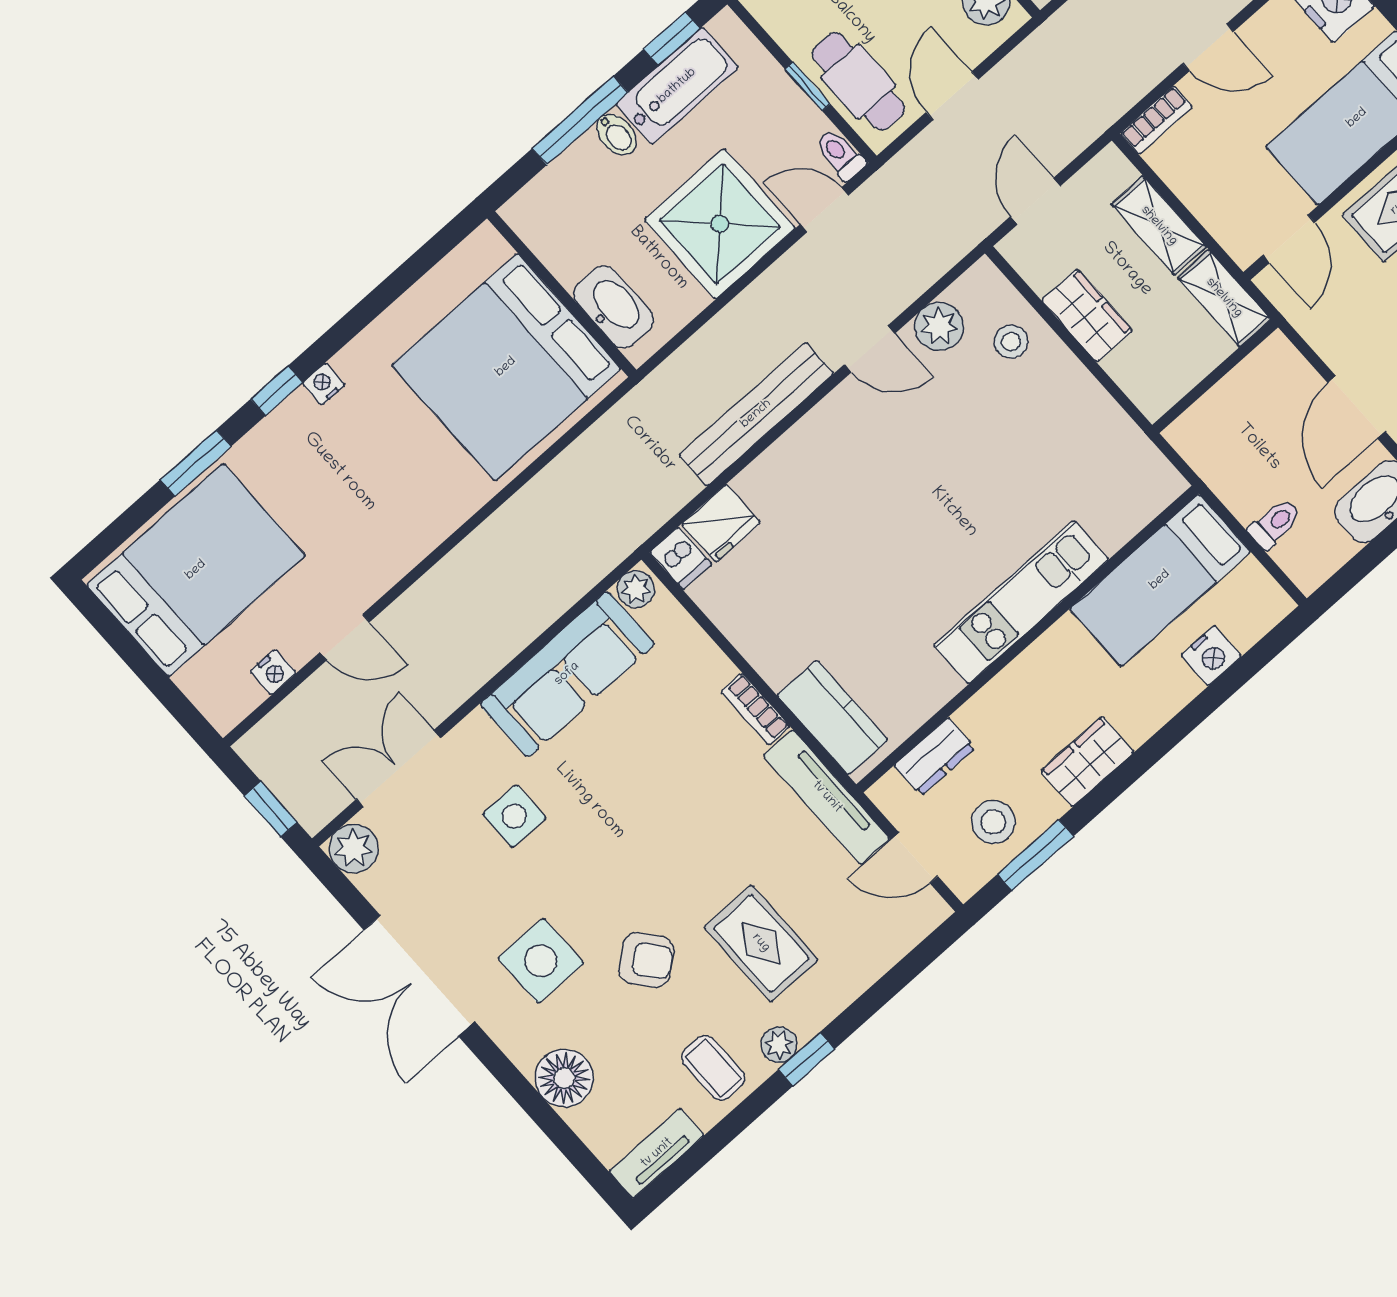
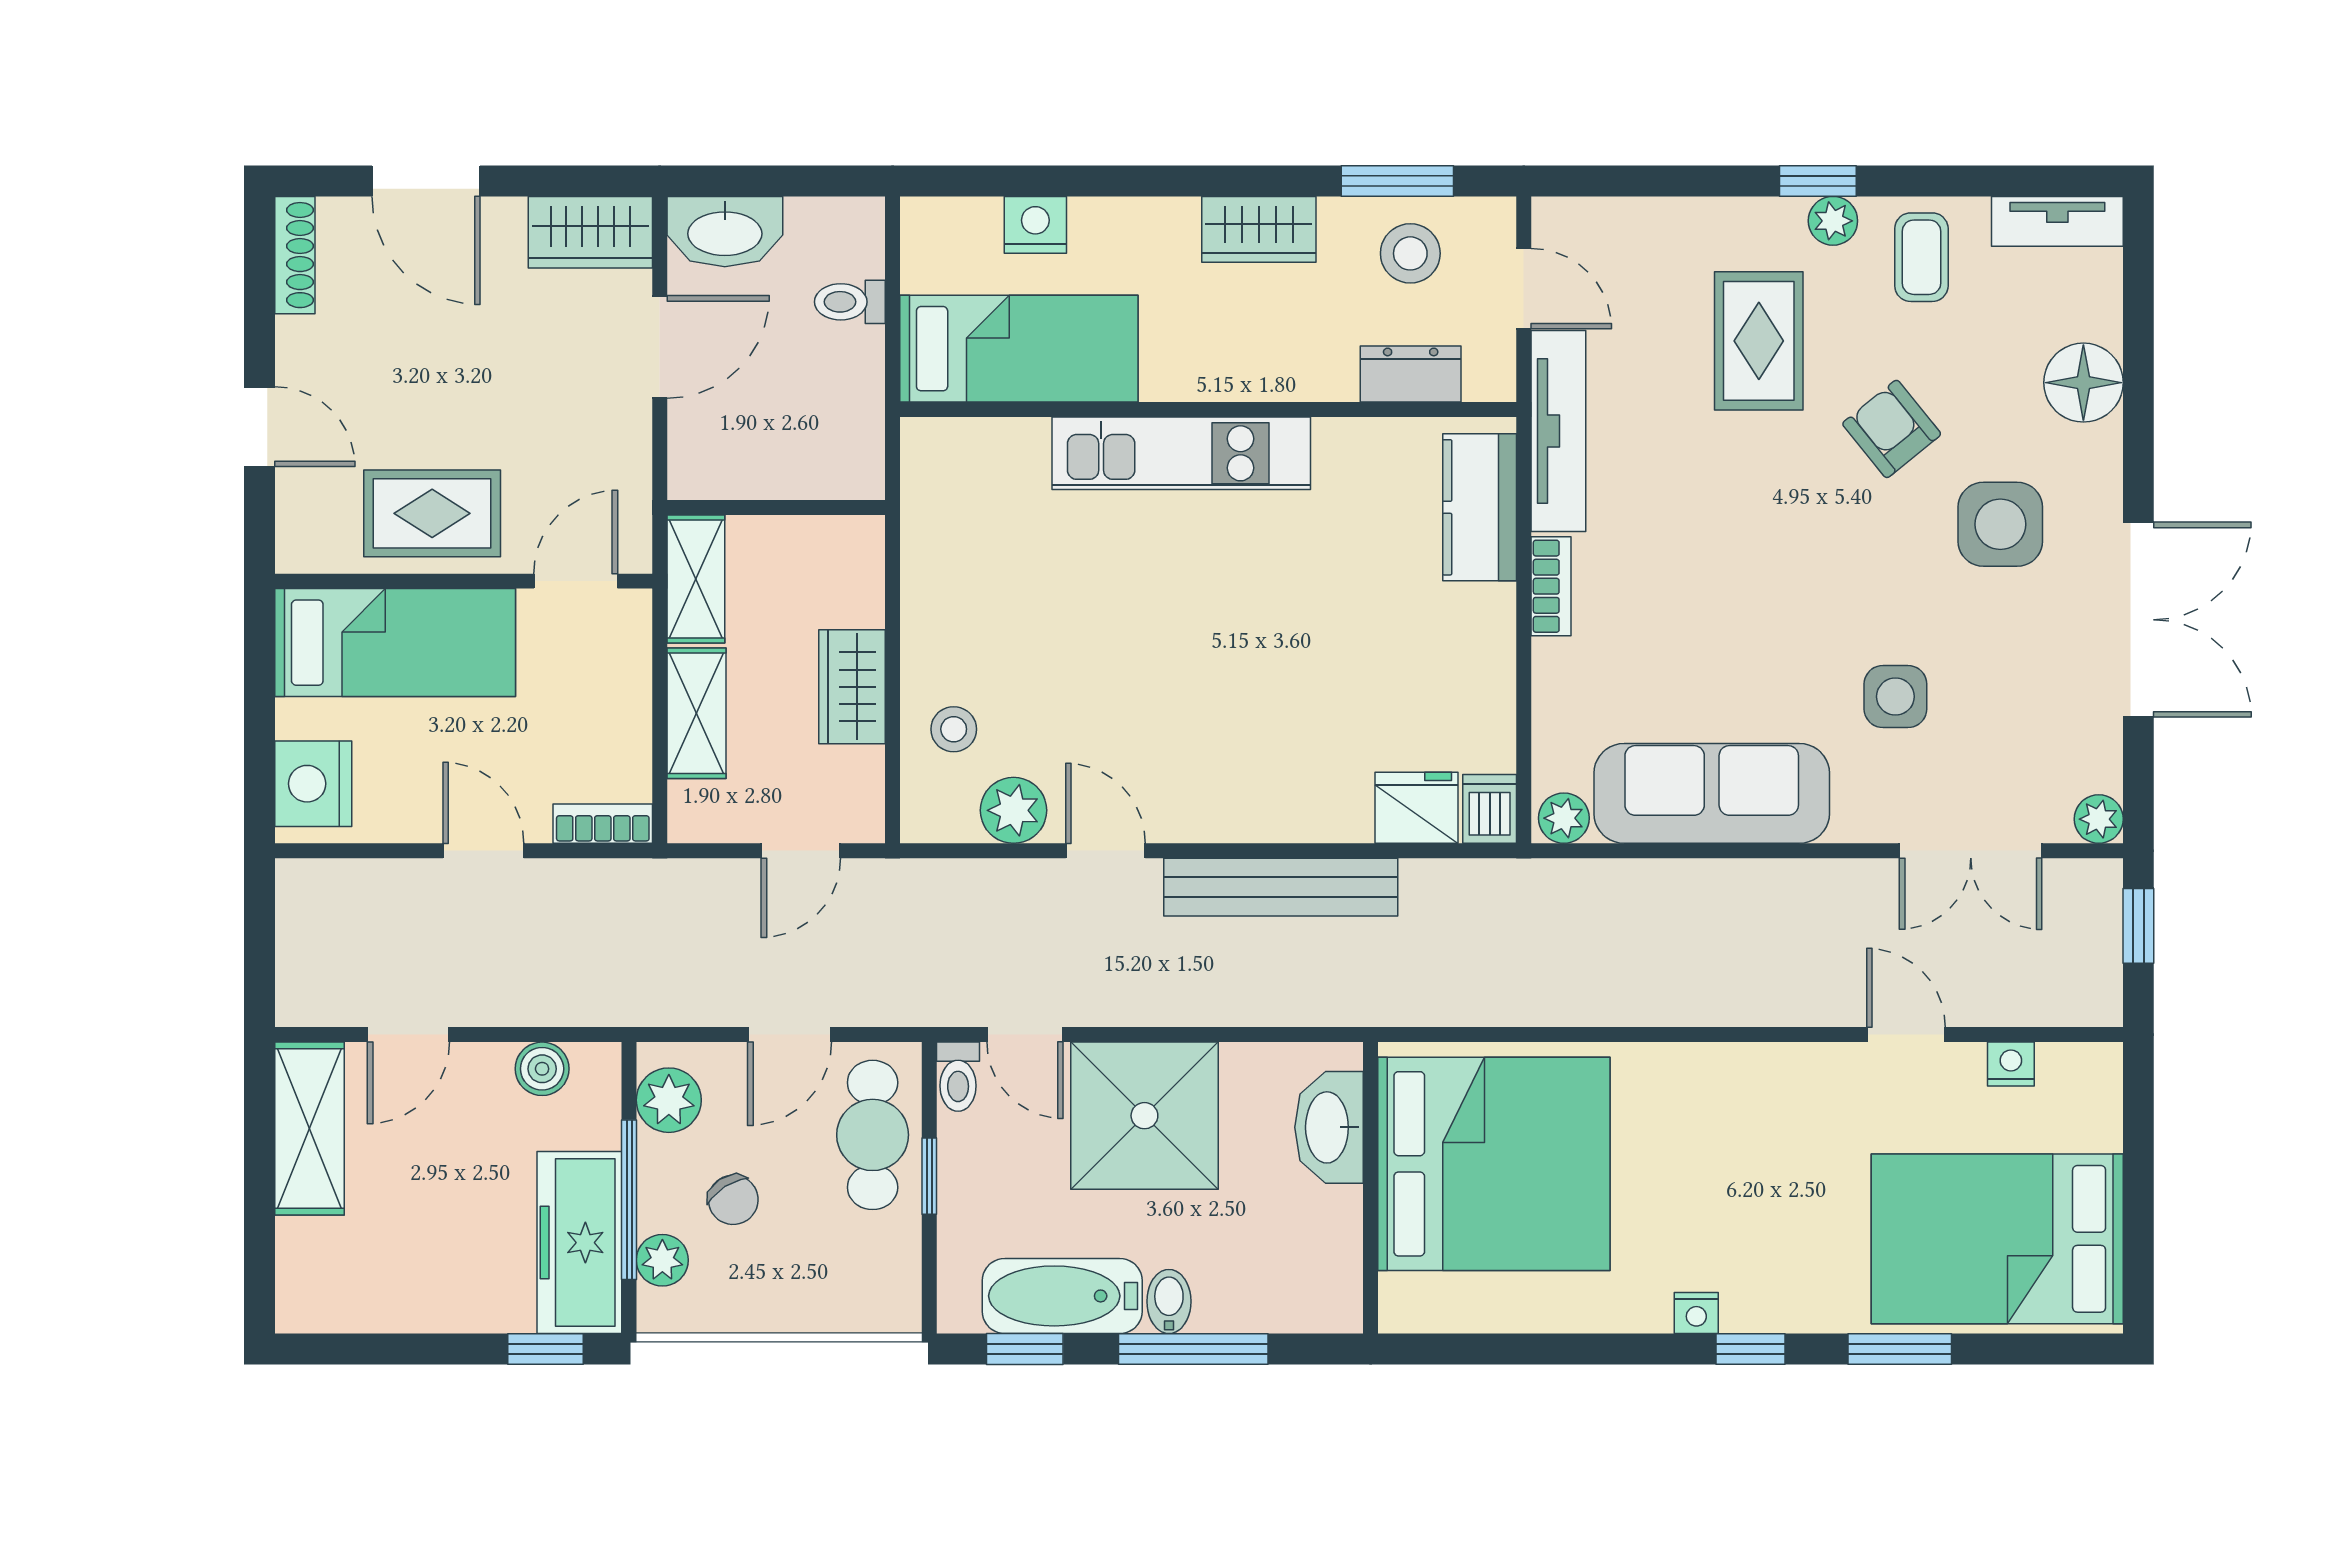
plant: (354, 849) -> (2099, 819), width x0.73, depth x0.73

